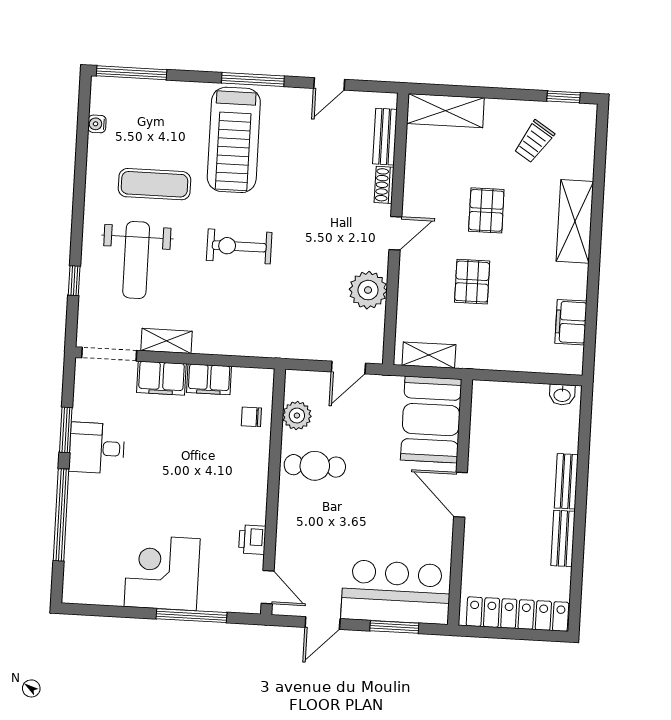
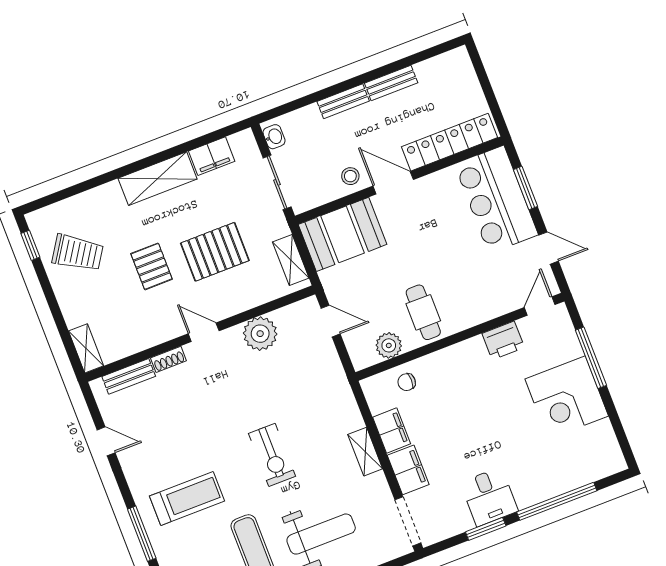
window: (253, 80) -> (142, 534), moved
shelving: (445, 111) -> (86, 348), width x0.67, depth x0.75
treadmill: (234, 140) -> (187, 499), width x0.73, depth x0.73
trolley: (534, 142) -> (78, 253), width x1.36, depth x1.39
pallet: (486, 210) -> (152, 266), turned 90
shelving: (575, 221) -> (158, 179), moved
pallet: (472, 282) -> (215, 252), width x1.50, depth x1.42
shelving: (167, 341) -> (365, 452), moved
sliding door: (514, 377) -> (277, 182), added
chair: (251, 417) -> (407, 382), turned 90
stool: (487, 454) -> (350, 176), added
door: (460, 495) -> (393, 183), swing flipped
printer: (252, 540) -> (503, 340), width x1.36, depth x1.24
locker: (517, 614) -> (449, 142), moved, turned 90

